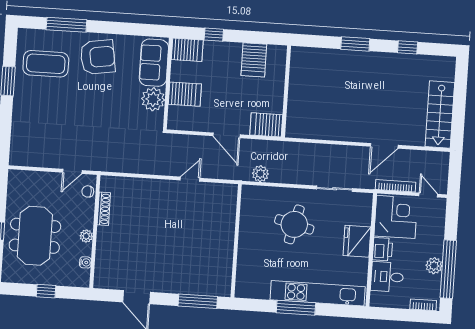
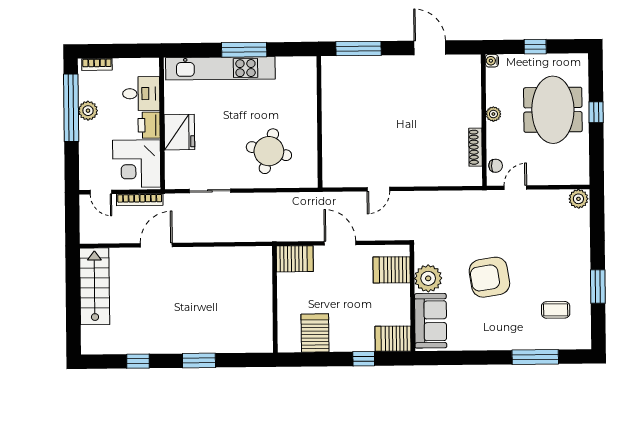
armchair: (98, 57) -> (489, 277), moved
coffee table: (46, 64) -> (556, 310), width x0.54, depth x0.58
server rack: (185, 94) -> (392, 270), moved
plant: (260, 174) -> (578, 199), moved
round table: (294, 224) -> (269, 151), moved
water cooler: (85, 262) -> (492, 61), moved

